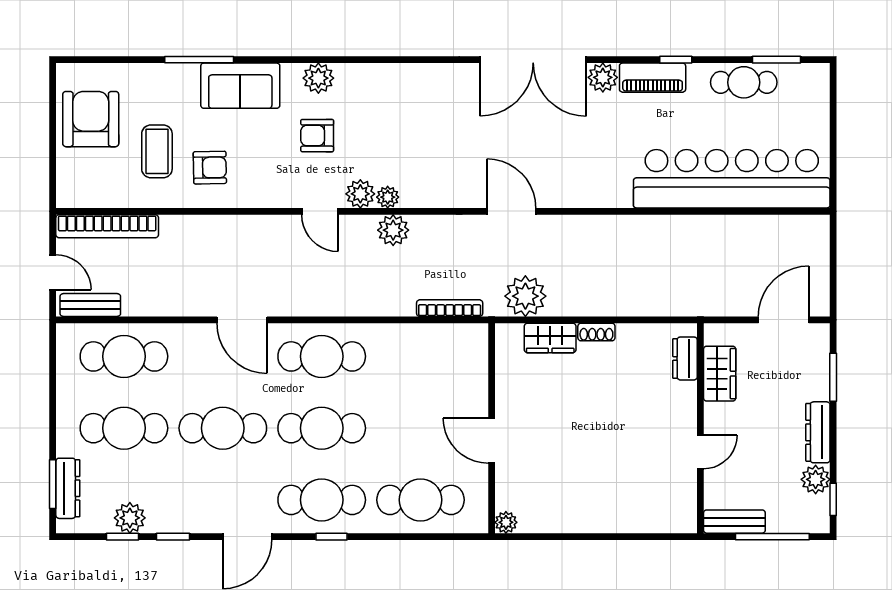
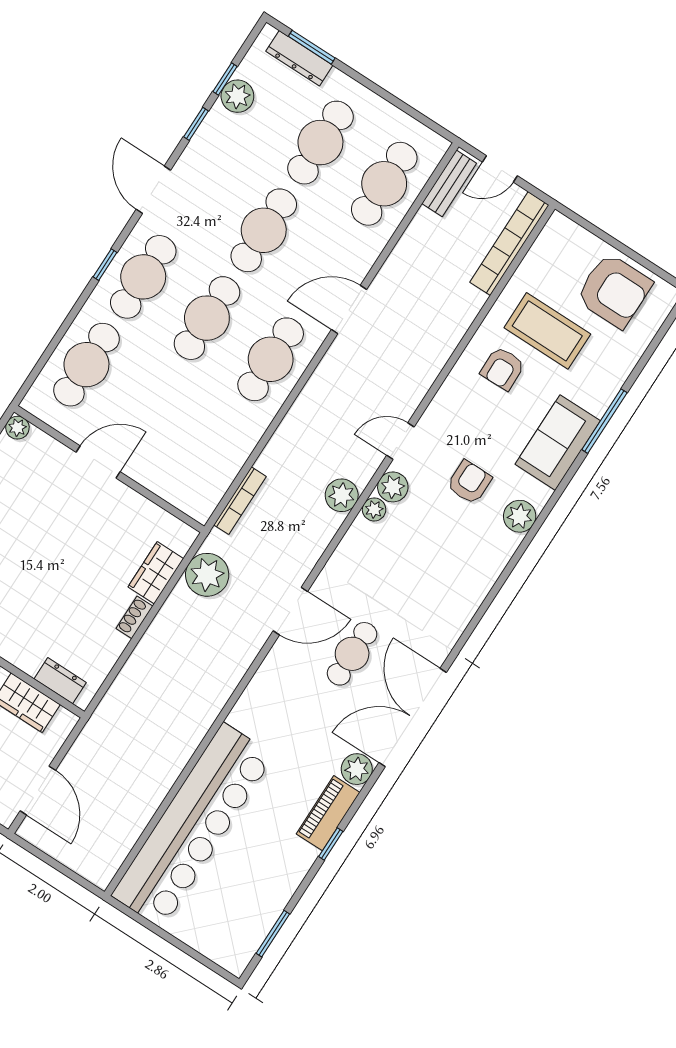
cafe table: (744, 82) -> (352, 654), moved
coffee table: (157, 151) -> (547, 331), width x1.36, depth x1.32

